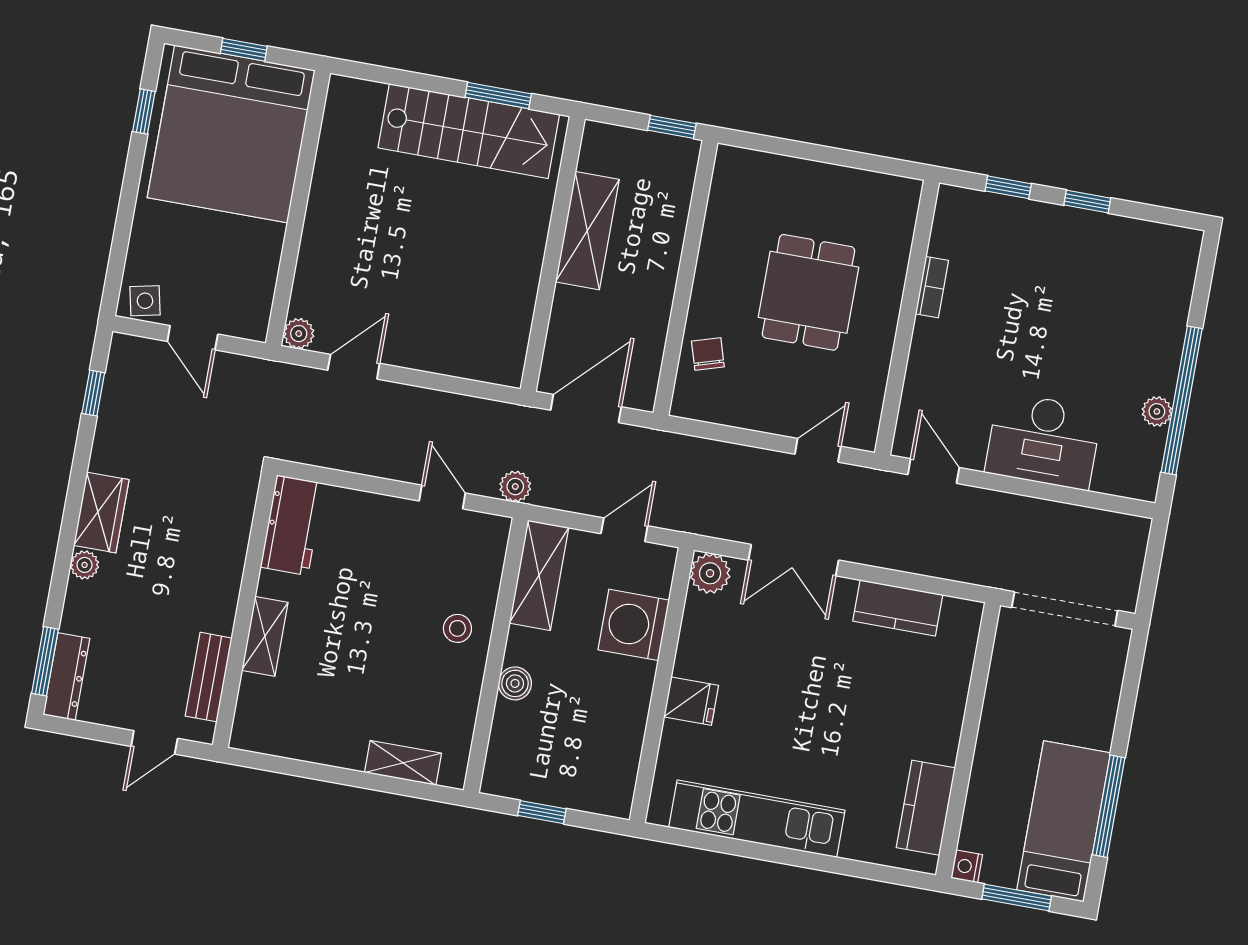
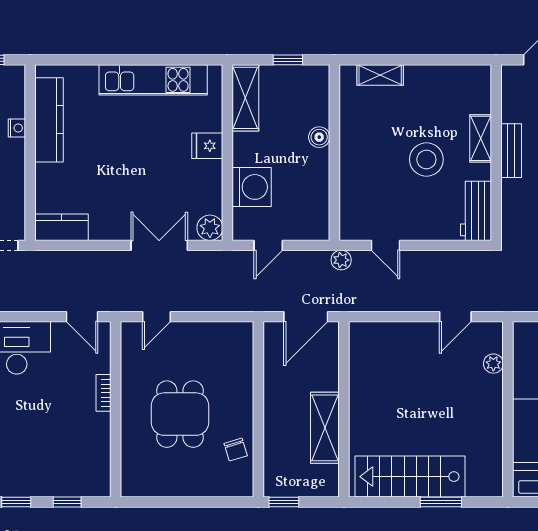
window: (498, 96) -> (441, 502), moved
bookcase: (932, 287) -> (104, 393), moved
plant: (299, 334) -> (493, 364), moved
chair: (708, 354) -> (236, 450), moved
shelving: (539, 575) -> (245, 98), moved
kitchen counter: (898, 608) -> (62, 227), moved
stool: (457, 628) -> (426, 160), moved, width x1.89, depth x1.89
bench: (209, 677) -> (511, 151), moved
kitchen counter: (926, 808) -> (49, 120), width x1.50
nightstand: (967, 866) -> (17, 128), moved

